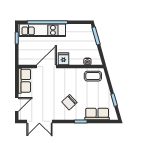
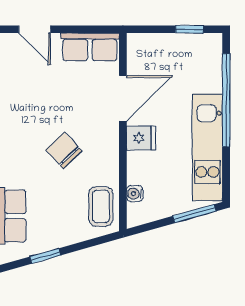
kitchen unit: (42, 30) -> (207, 147), moved
door: (46, 67) -> (123, 98), hinge flipped
chair: (69, 102) -> (64, 150), moved

